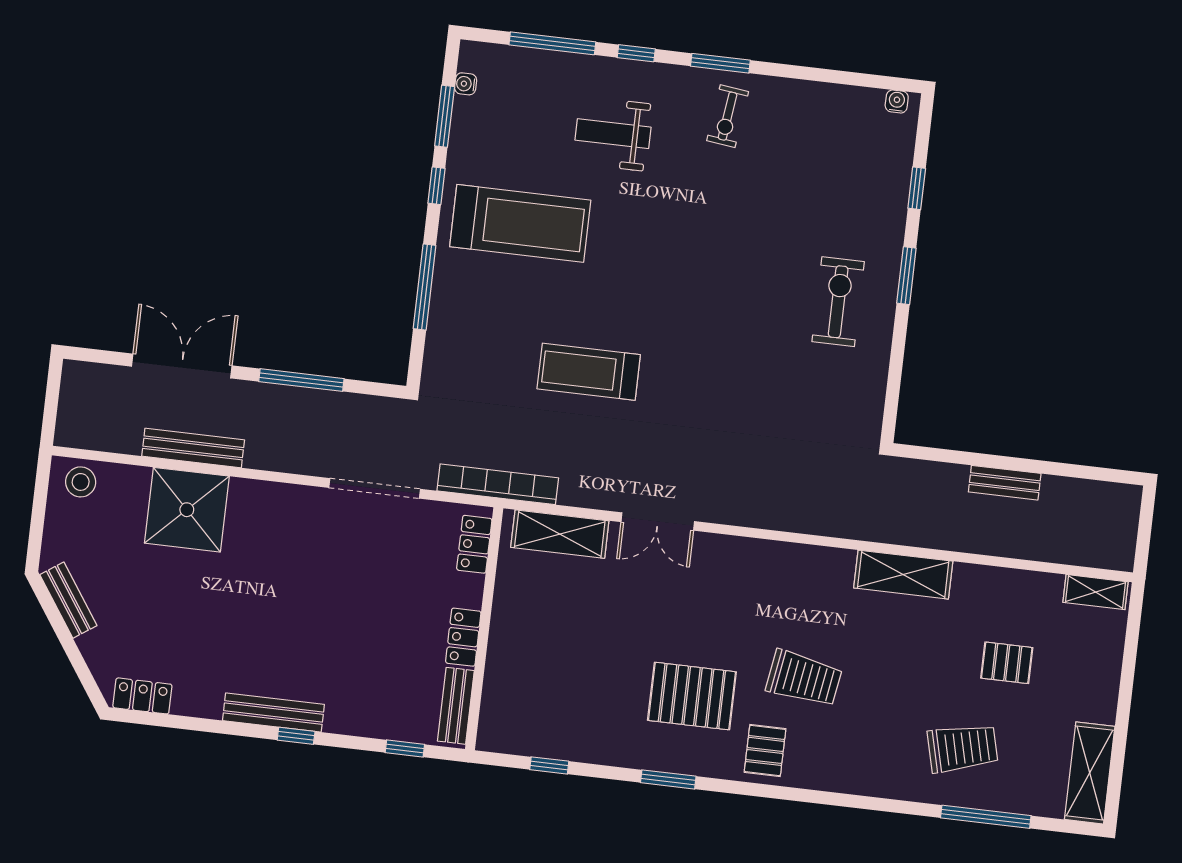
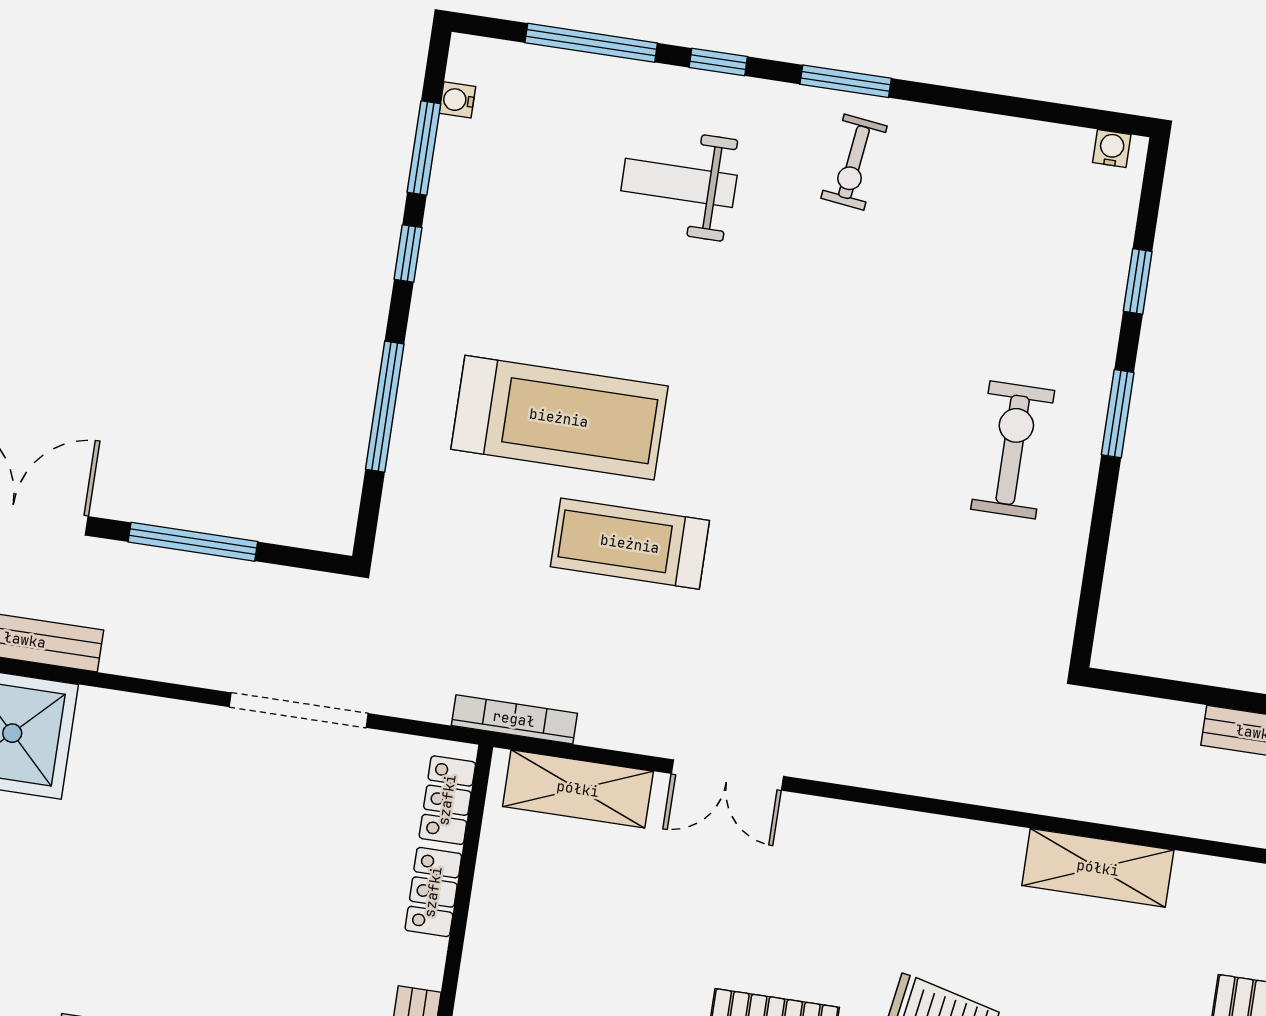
treadmill: (520, 223) -> (559, 418), moved
bookcase: (498, 484) -> (514, 719), width x0.68, depth x0.76
locker: (463, 637) -> (433, 892), moved

